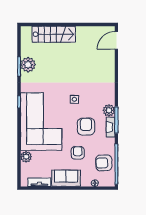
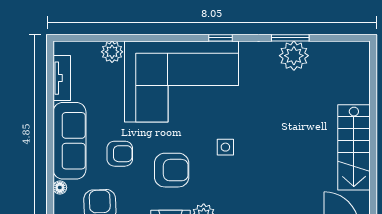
stairs: (54, 34) -> (354, 147), moved
sofa: (66, 178) -> (69, 141), width x1.36

